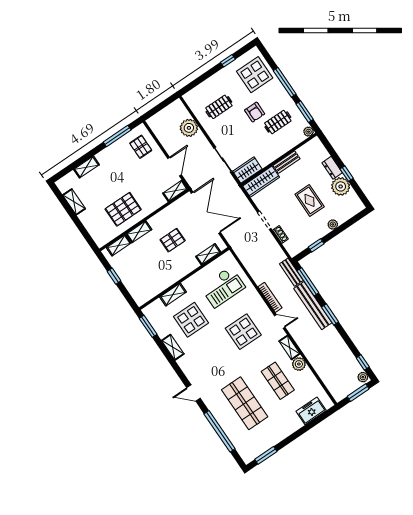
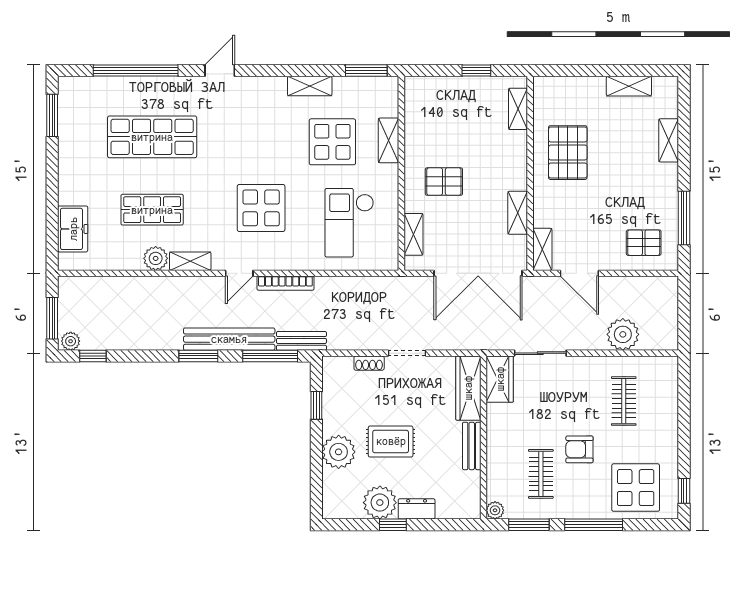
window: (228, 61) -> (684, 491), moved
plant: (333, 224) -> (339, 452), width x1.88, depth x1.88
shelving: (139, 232) -> (518, 213), moved
pallet: (173, 240) -> (444, 182), moved, turned 90

